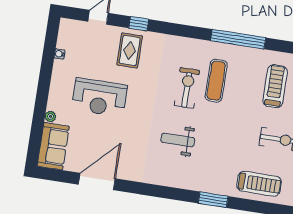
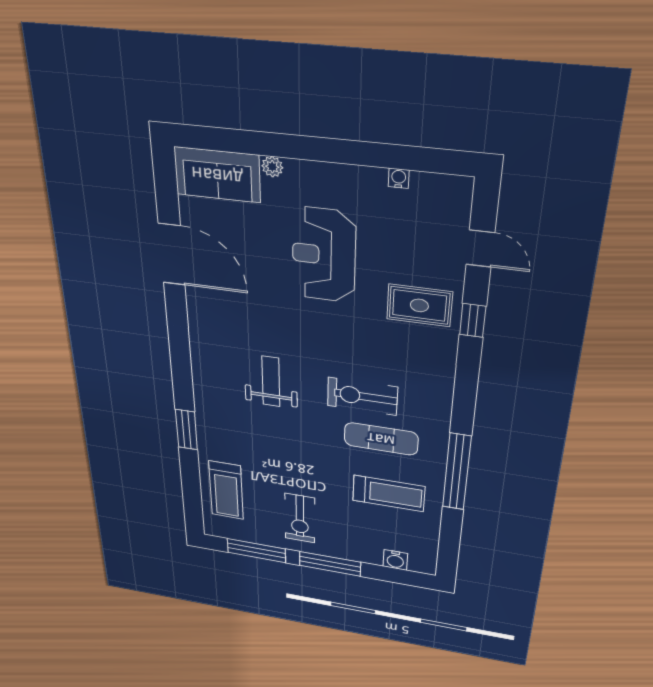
treadmill: (275, 86) -> (389, 493), moved
exercise bike: (187, 88) -> (362, 396), turned 180

